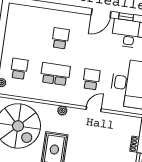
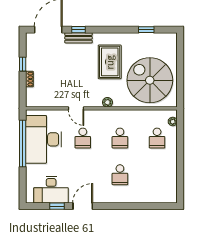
school desk: (55, 74) -> (120, 138), width x0.54
door: (94, 109) -> (76, 108), hinge flipped

